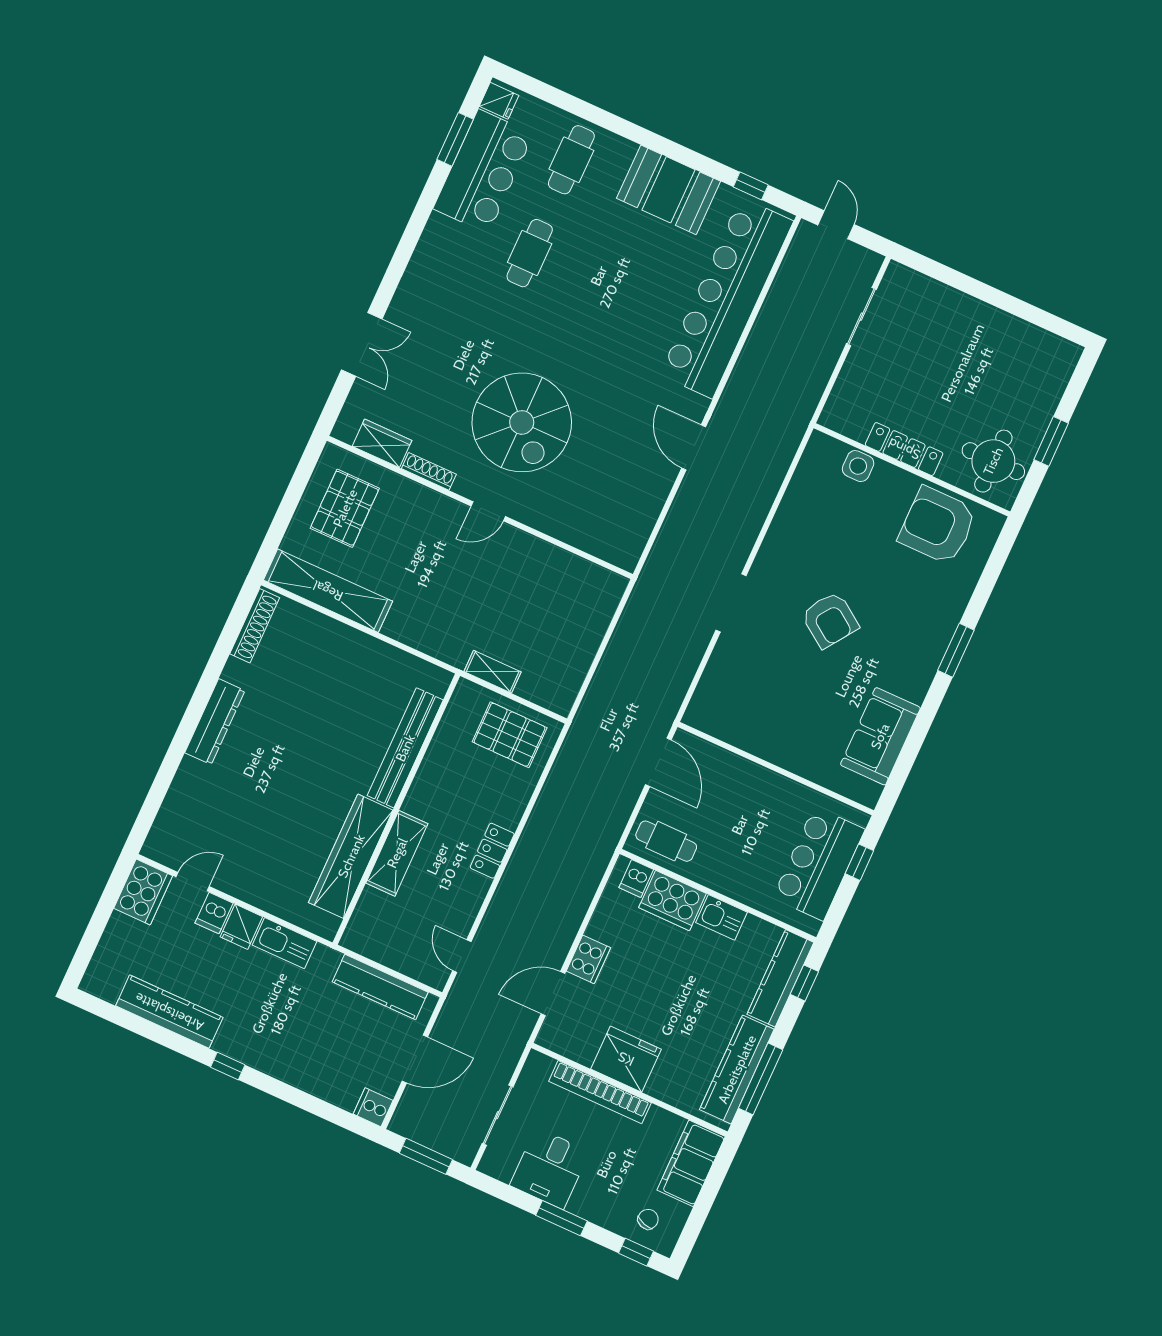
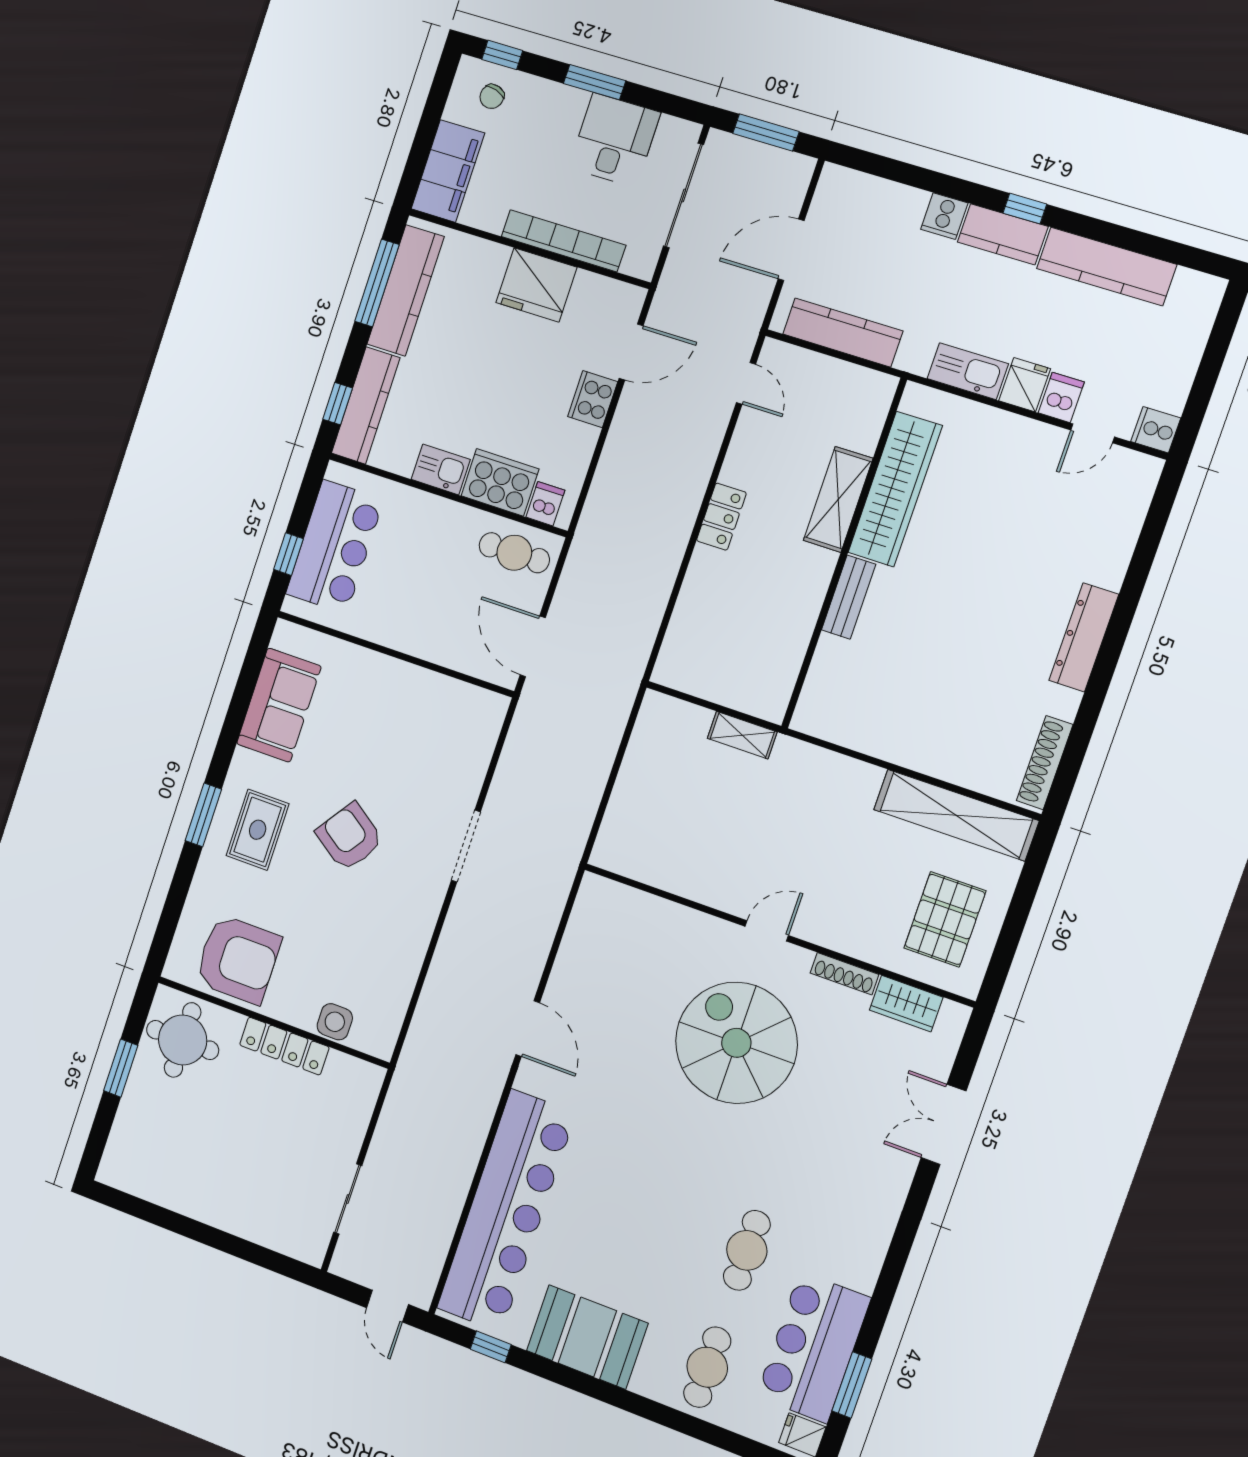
rug: (909, 633) -> (258, 830), added
pallet: (510, 735) -> (714, 660), removed
bench: (405, 748) -> (849, 597), width x0.54, depth x0.82
cooker: (143, 892) -> (1156, 430), width x0.53, depth x0.76
kitchen counter: (247, 1048) -> (1003, 234), added
cooker: (373, 1107) -> (944, 216), moved, turned 90
sliding door: (498, 1115) -> (684, 195), width x1.37

